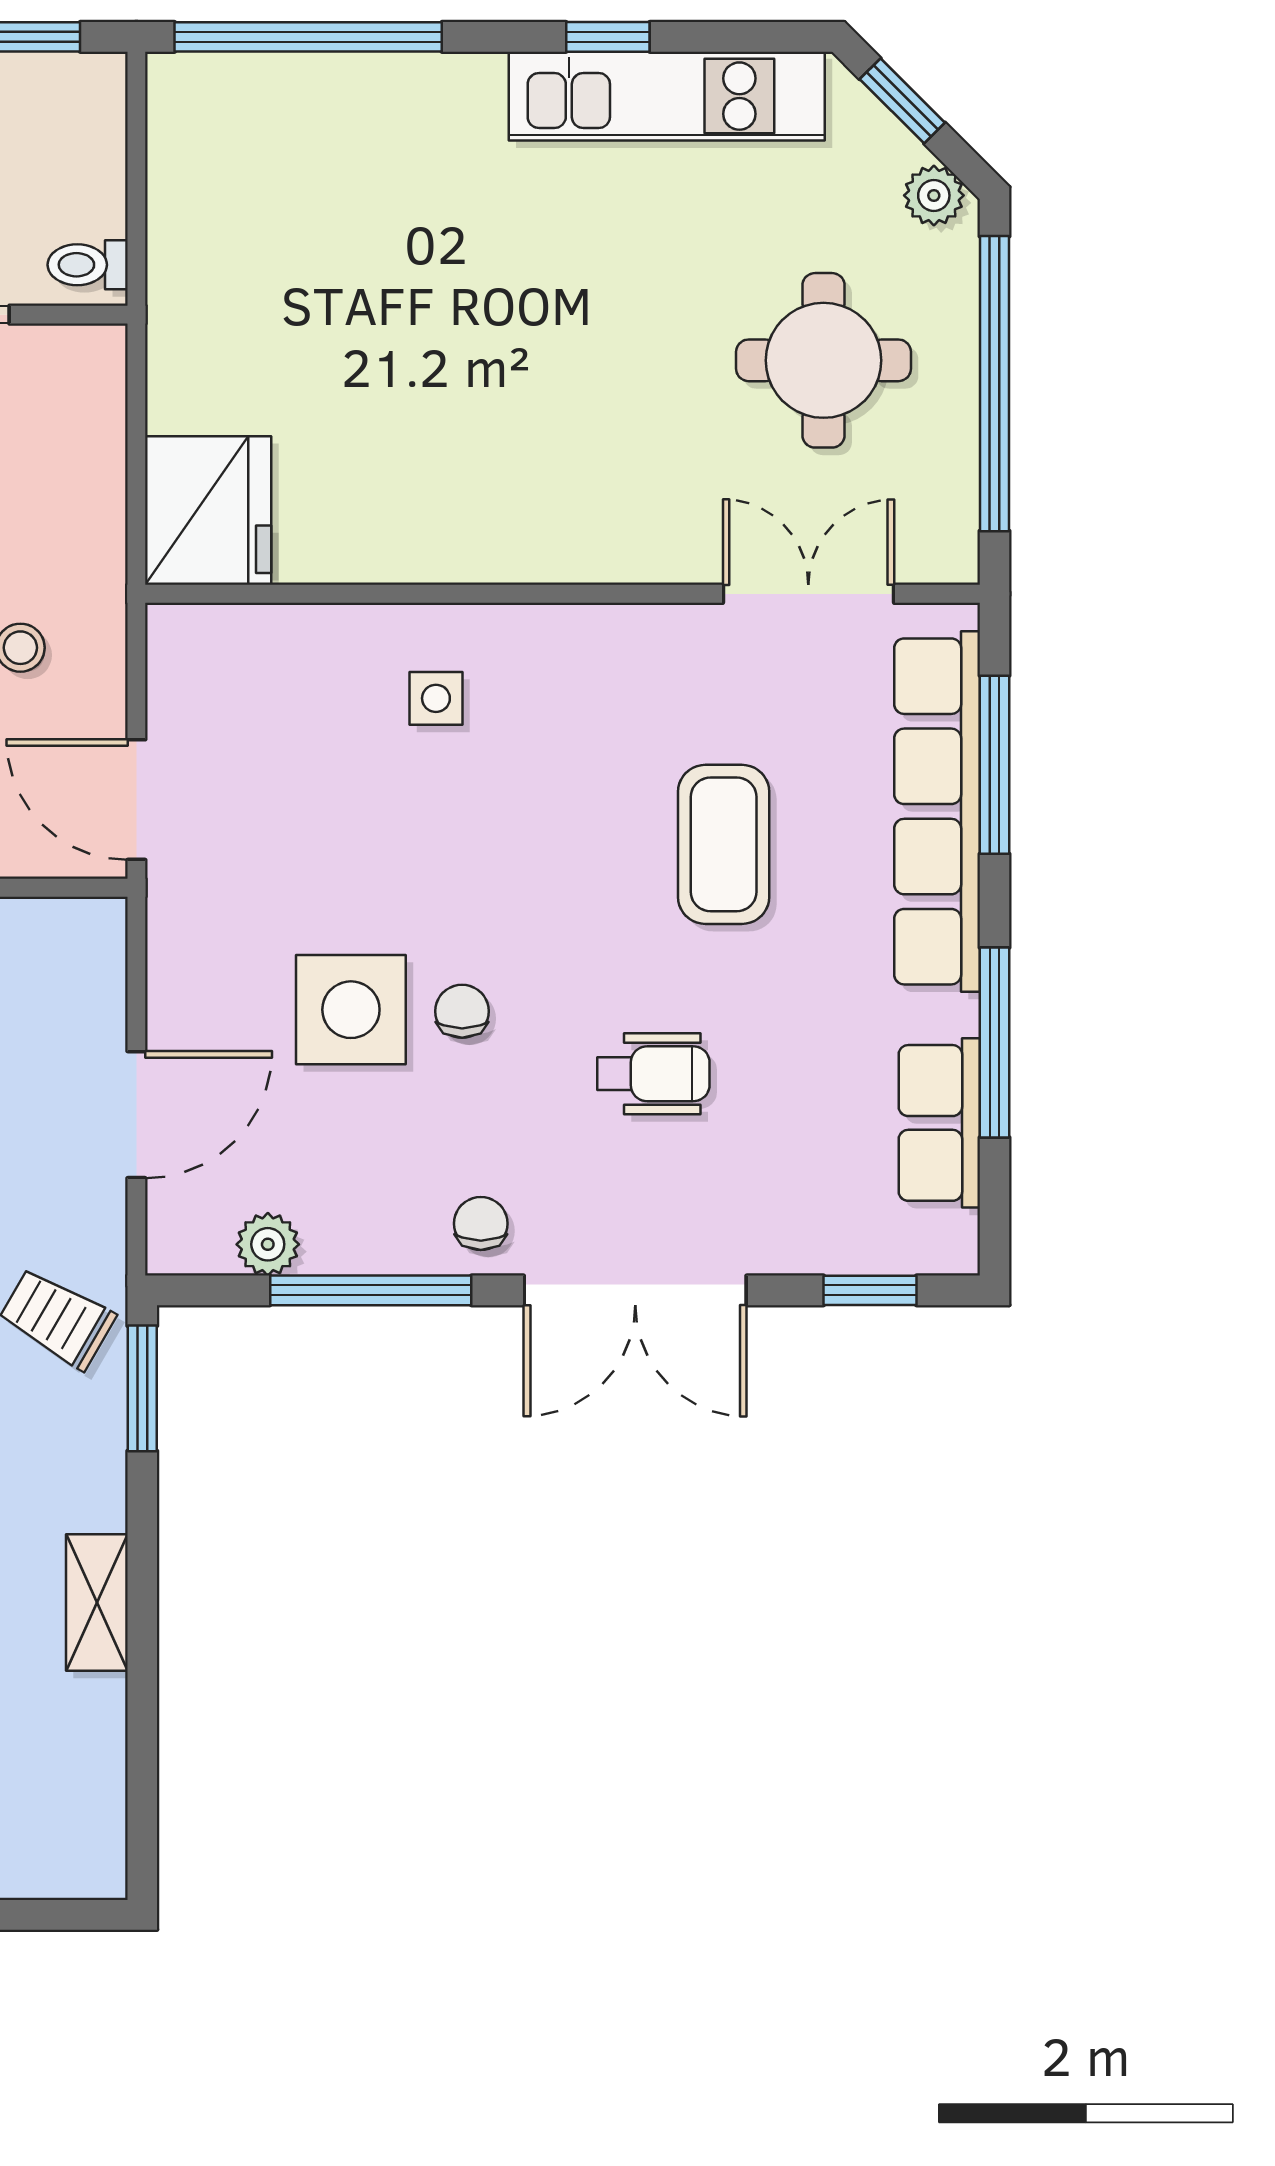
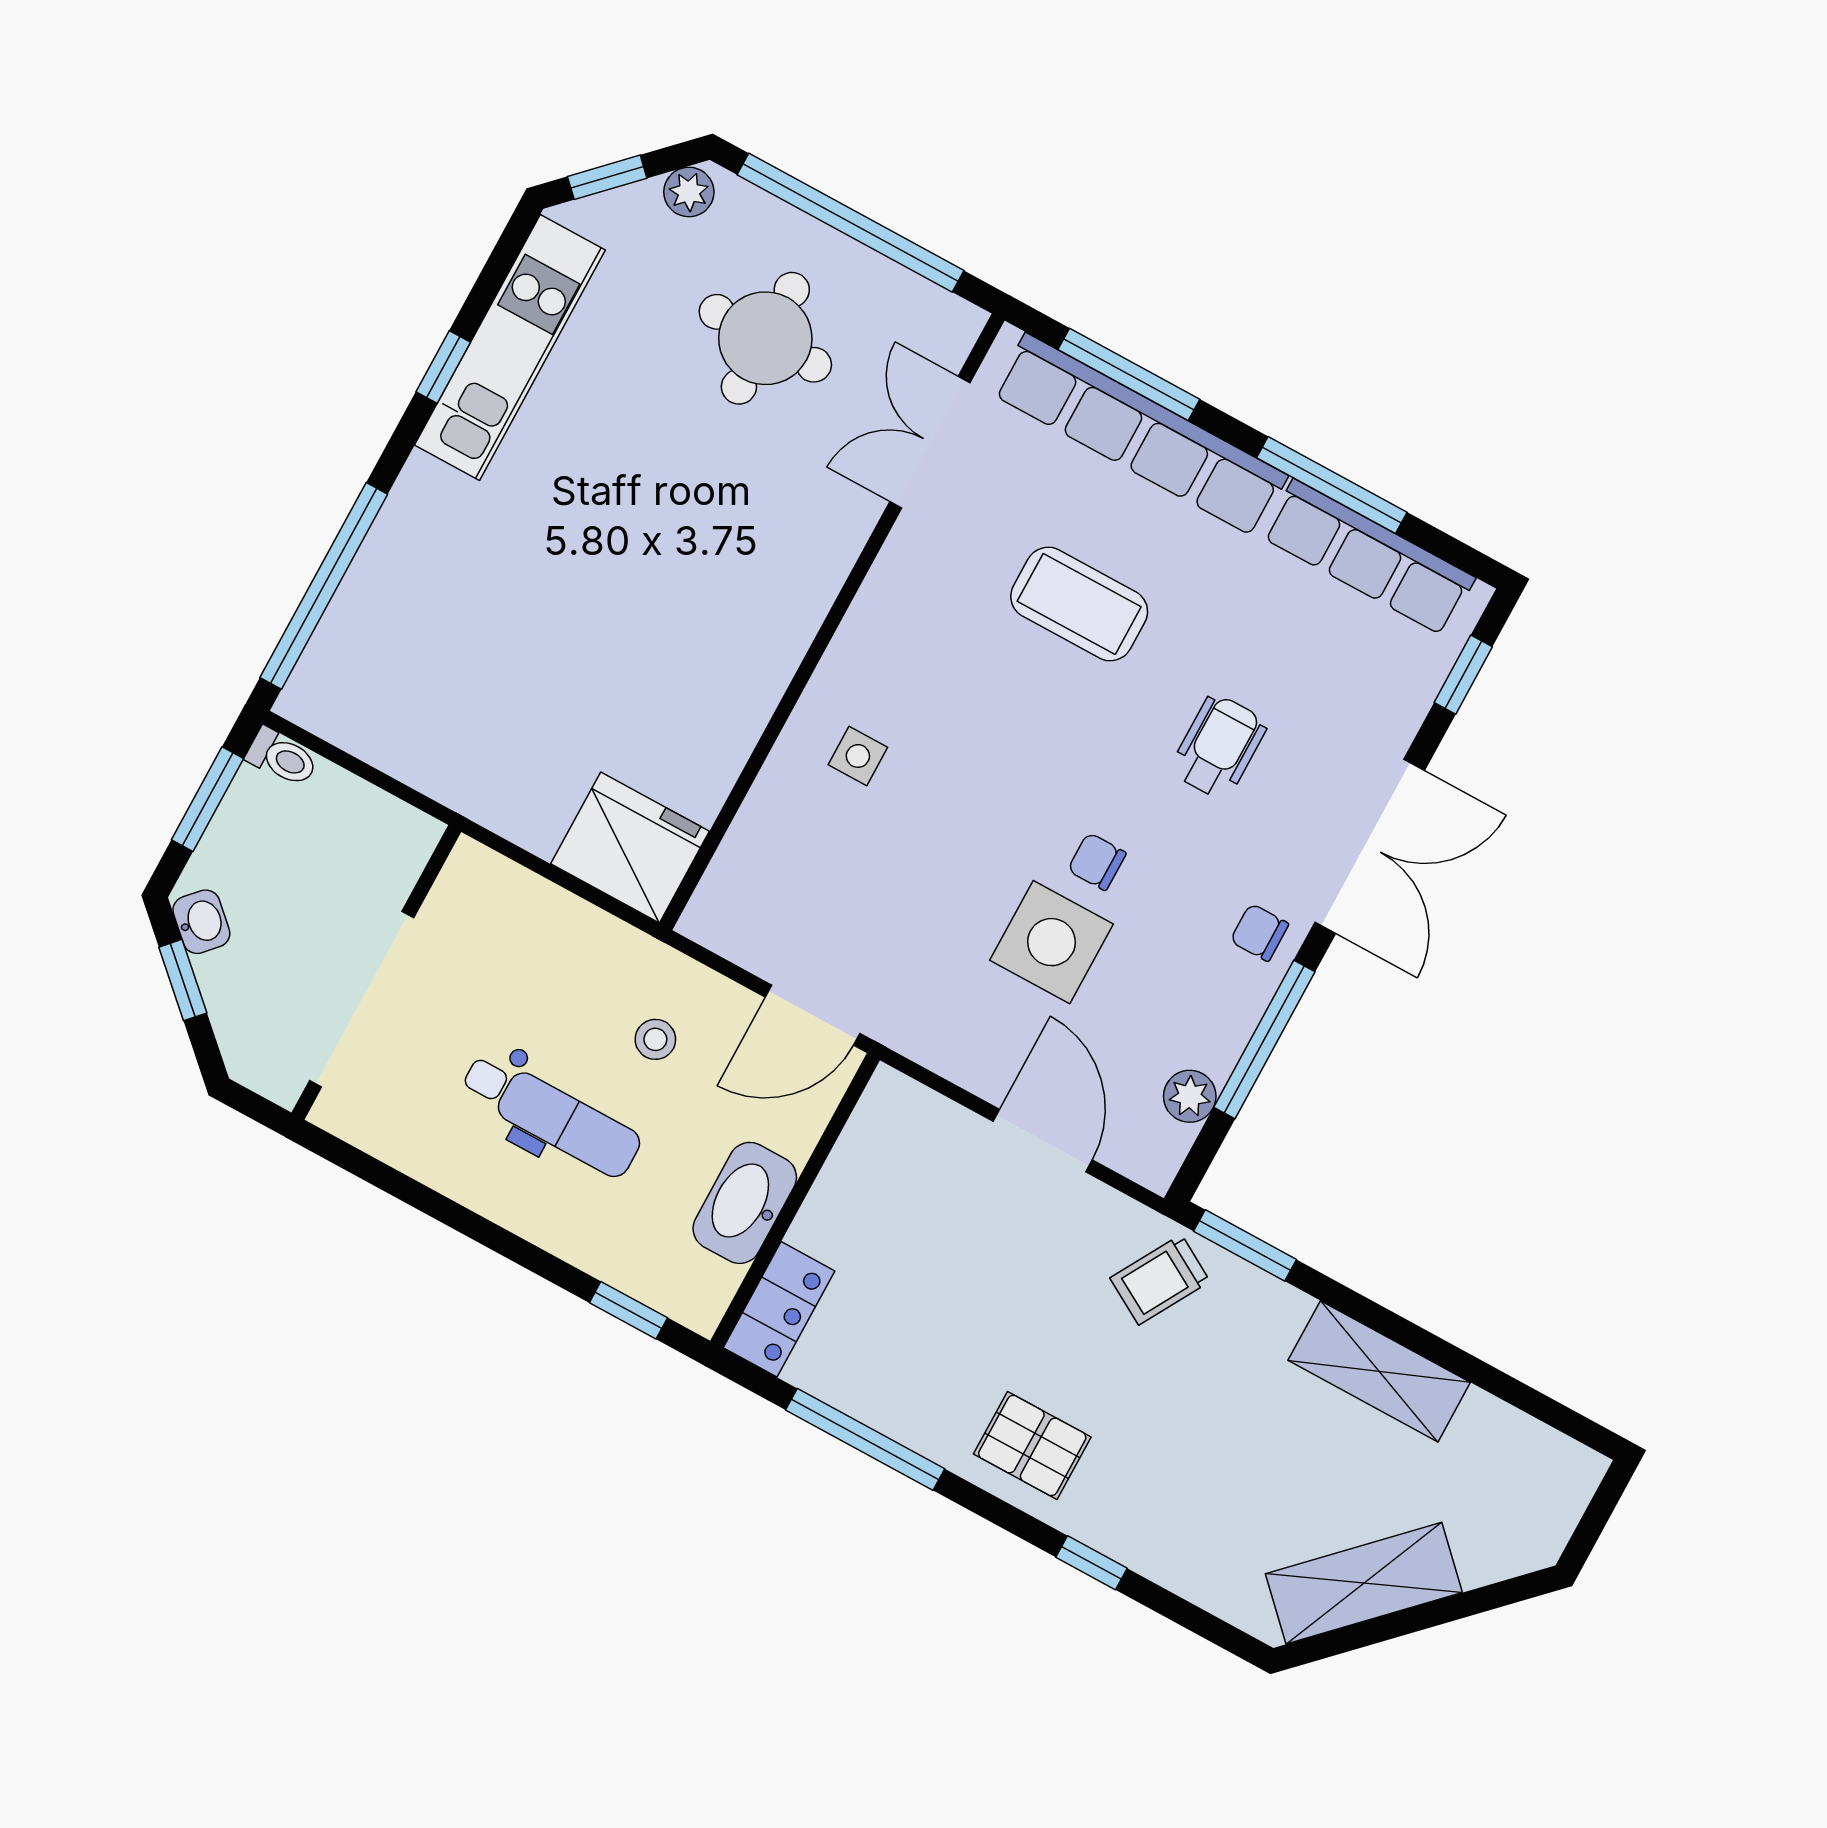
toilet: (88, 265) -> (282, 758), moved, turned -90
row of seats: (939, 1123) -> (1369, 557), width x1.48
shelving: (97, 1602) -> (1379, 1371), width x1.50, depth x1.33

